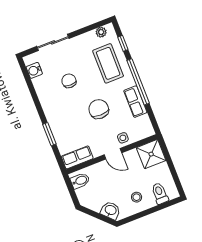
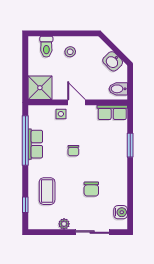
plant: (101, 32) -> (64, 224), moved
coffee table: (108, 63) -> (47, 191), width x0.73, depth x0.76
window: (138, 82) -> (25, 140), moved
chair: (99, 109) -> (73, 151), width x0.54, depth x0.54
washbasin: (110, 210) -> (113, 61), moved

